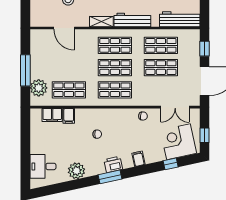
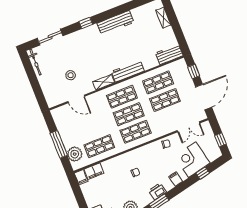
workbench: (180, 19) -> (169, 54), width x0.73
filing cabinet: (69, 116) -> (81, 177), moved
corner desk: (178, 142) -> (192, 160), moved

